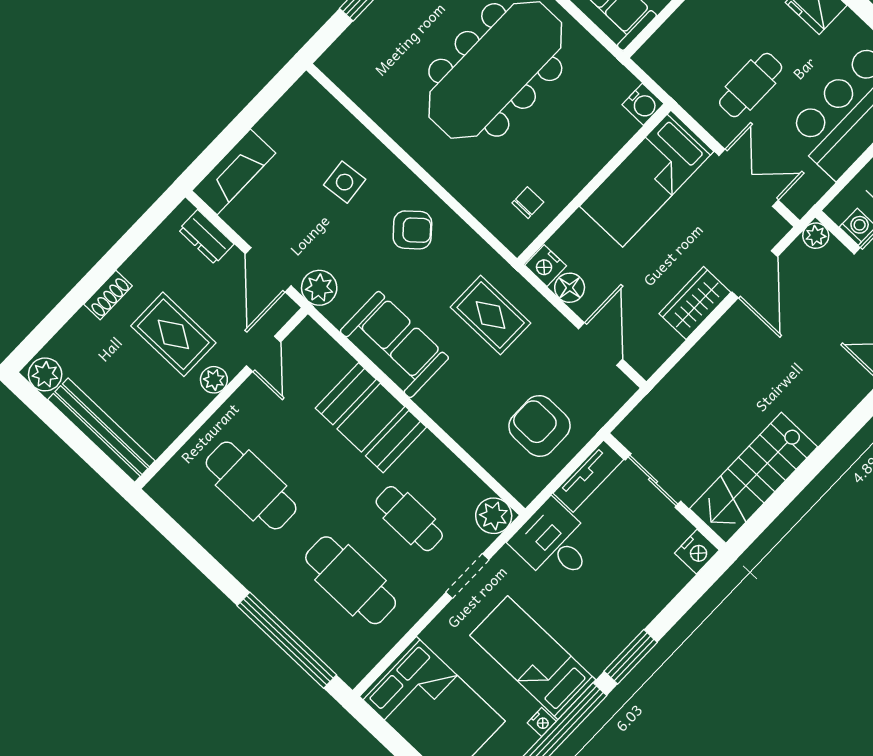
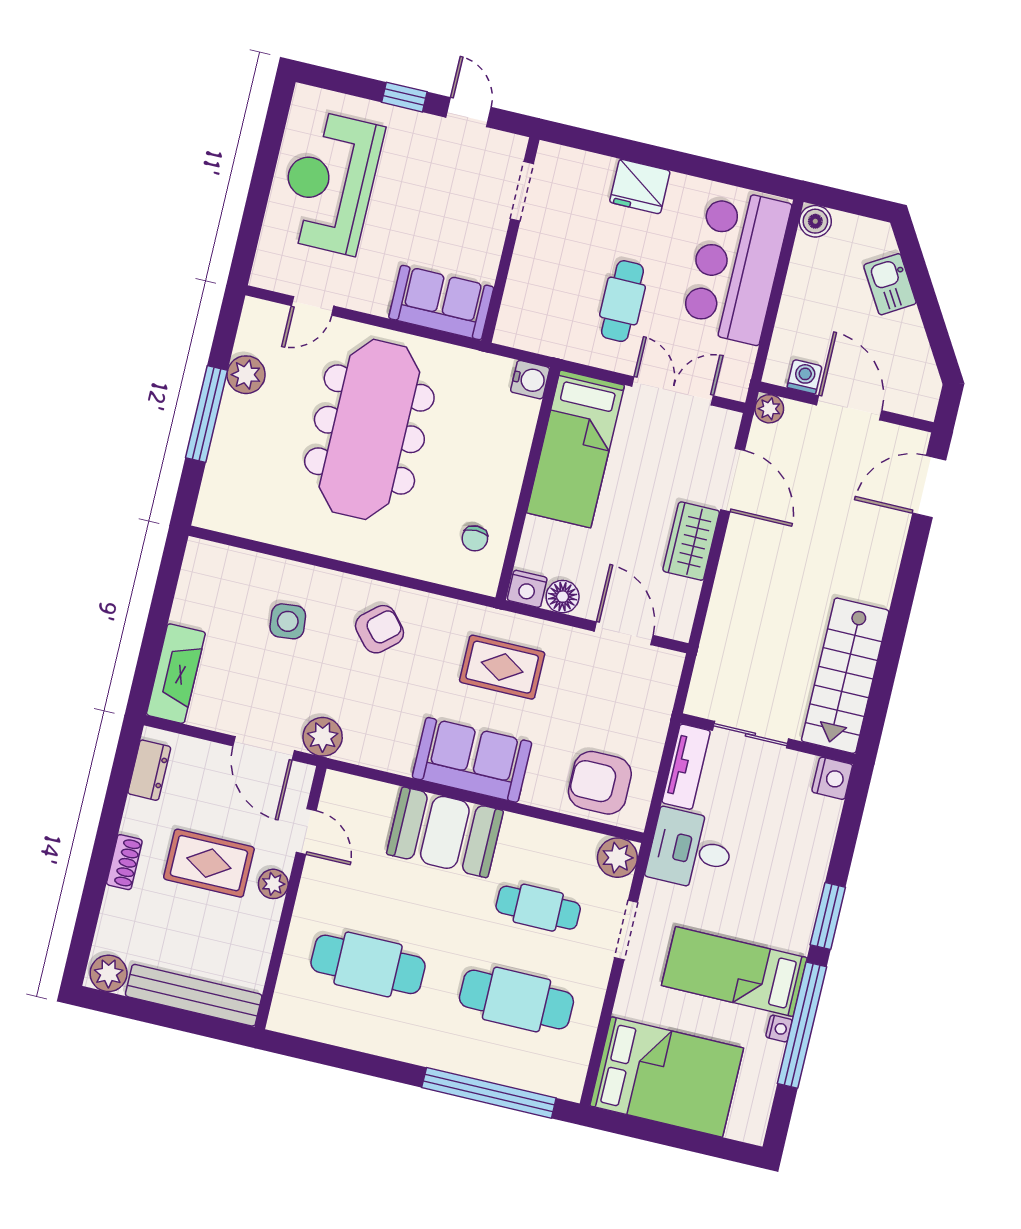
chair: (528, 203) -> (475, 538), turned 180
dresser: (206, 237) -> (149, 770), moved, turned -90
sofa: (394, 345) -> (472, 760), moved
armchair: (539, 426) -> (600, 783), moved

